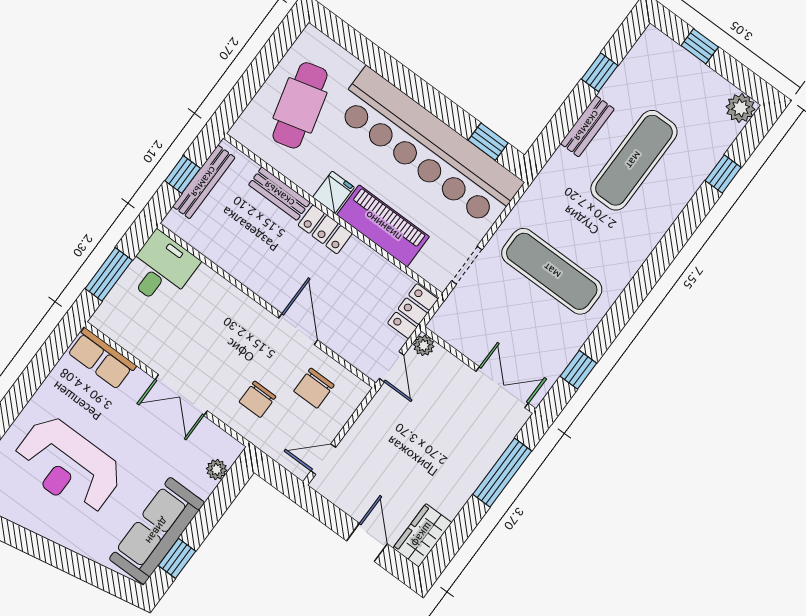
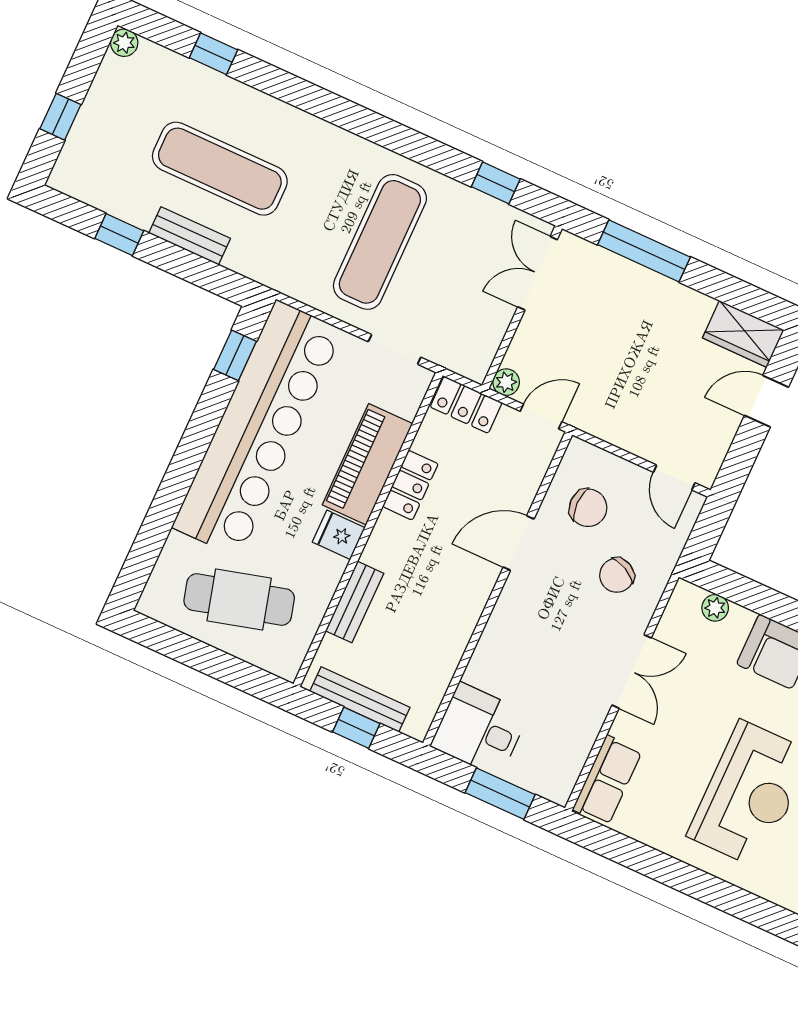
plant: (740, 108) -> (124, 43), width x0.73, depth x0.73
locker: (325, 229) -> (410, 485), moved
chair: (258, 399) -> (617, 575), turned 116

